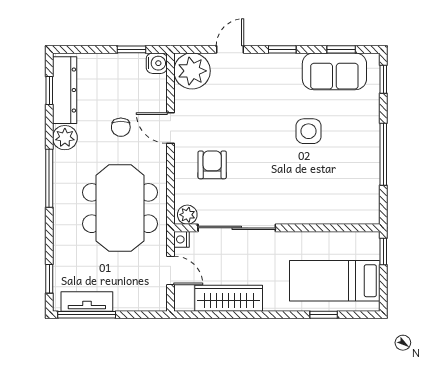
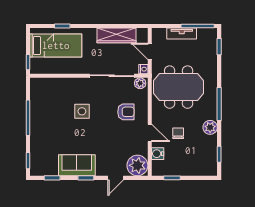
water cooler: (157, 63) -> (158, 154), moved
sofa: (334, 71) -> (77, 165), moved
dresser: (65, 90) -> (210, 155), removed
side table: (309, 131) -> (82, 111), moved
armchair: (212, 165) -> (126, 112), turned -90
meeting table: (120, 208) -> (179, 87), turned 90
tv unit: (87, 302) -> (182, 34), moved

